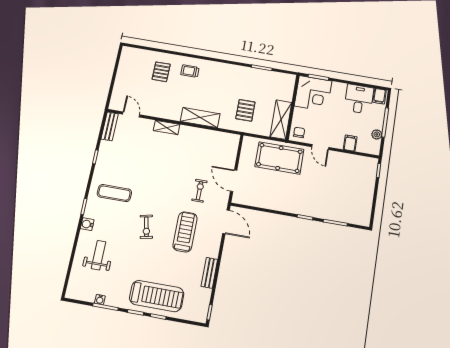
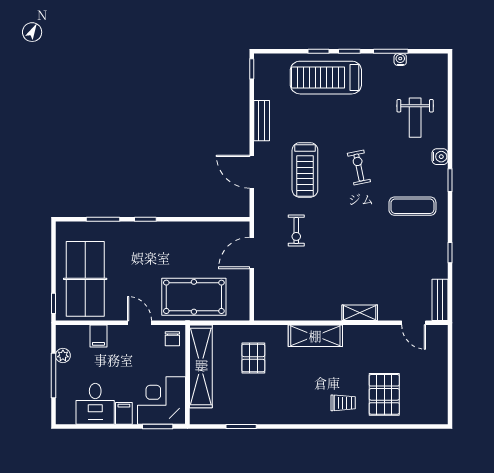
pallet: (161, 72) -> (384, 394), width x1.50, depth x1.42
filing cabinet: (380, 96) -> (124, 413), moved
shelving: (281, 120) -> (201, 366), width x1.47
door: (234, 181) -> (252, 253), swing flipped
table tennis table: (354, 183) -> (85, 279), added
door: (226, 222) -> (252, 172), moved

